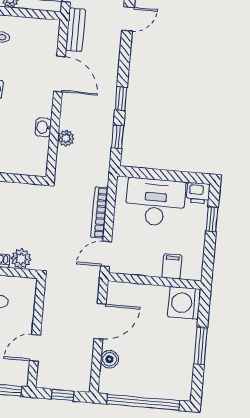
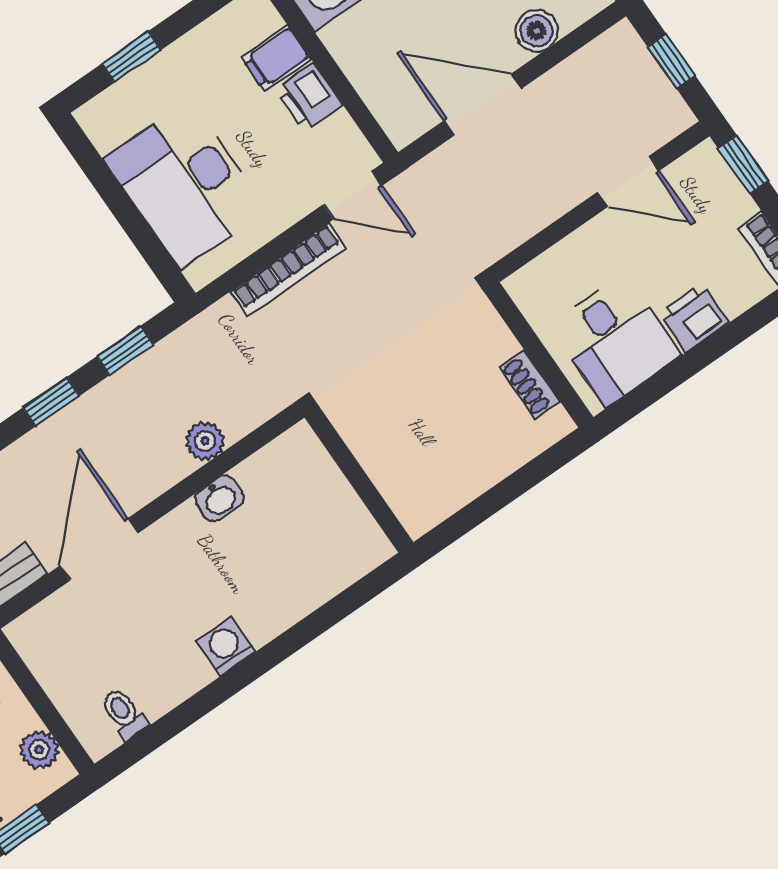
printer: (198, 193) -> (309, 98), moved, turned 180
plant: (21, 259) -> (489, 341), removed

